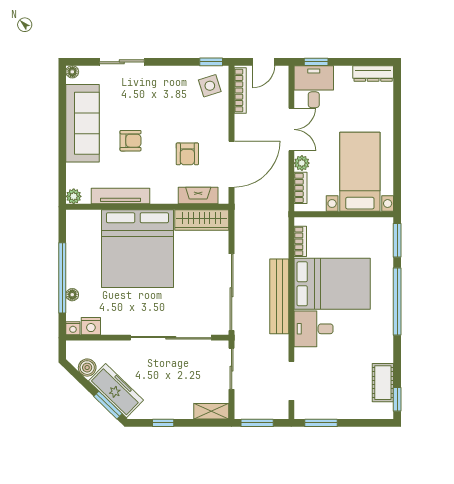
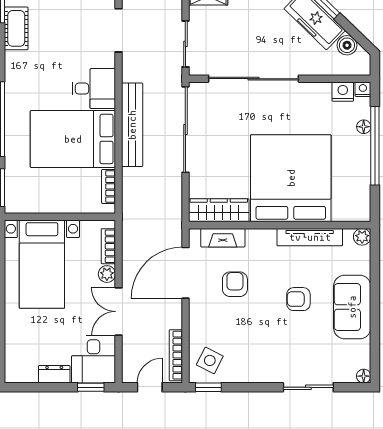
dresser: (373, 73) -> (54, 374), moved, width x0.70
side table: (210, 86) -> (210, 360), turned 45
sofa: (83, 123) -> (352, 307), width x0.73

